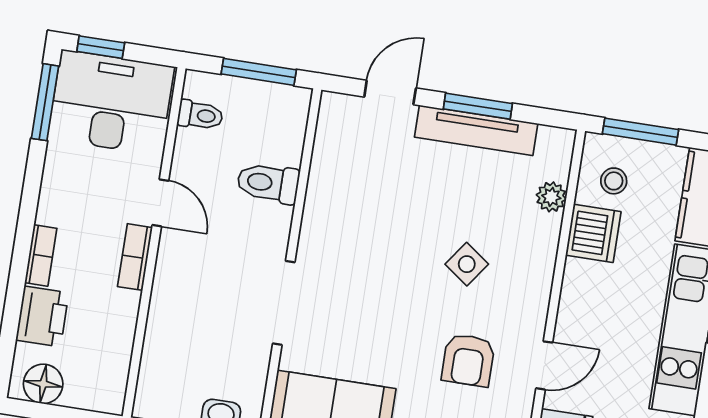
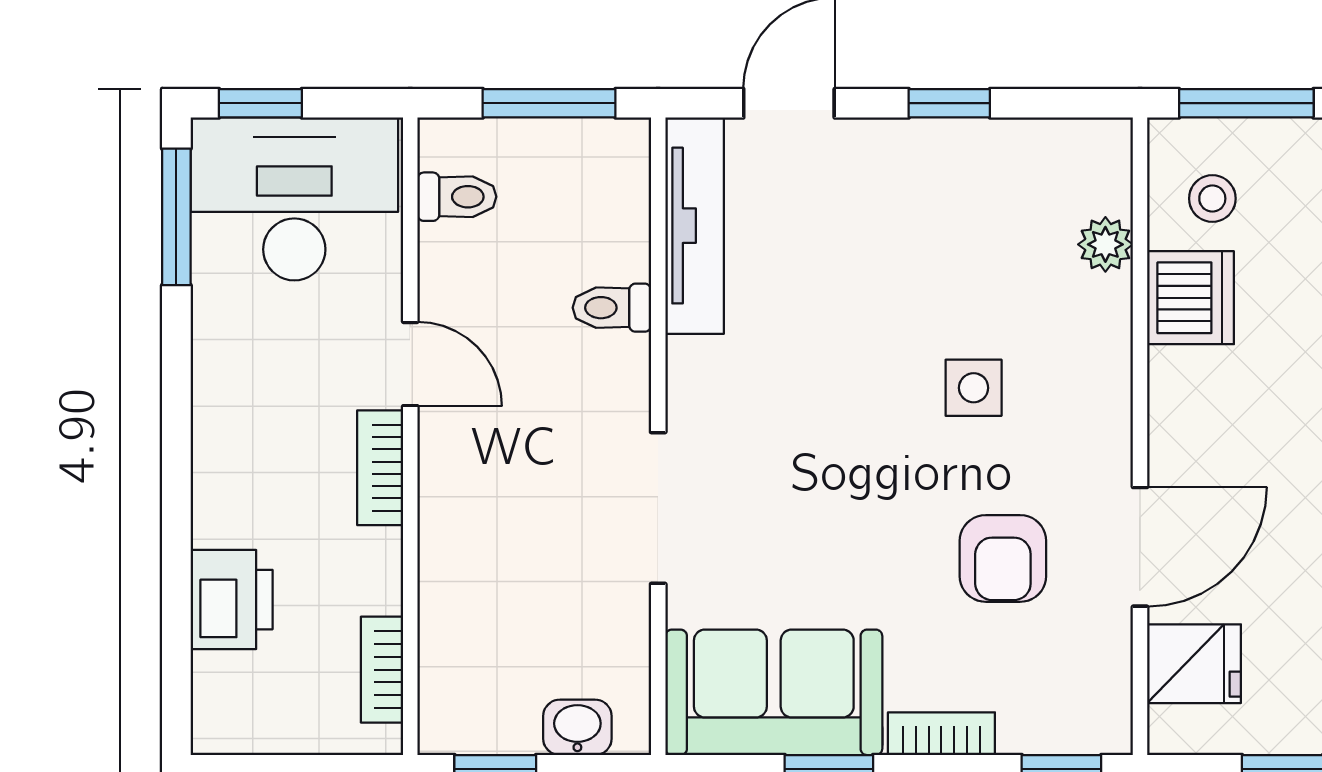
window: (478, 106) -> (949, 103), width x0.67
tv unit: (476, 130) -> (695, 226), moved, turned -90
toilet: (268, 183) -> (612, 308), width x0.73, depth x0.72
bookcase: (41, 255) -> (382, 670), moved, turned 180
side table: (467, 264) -> (974, 388), turned -36
door: (544, 365) -> (1140, 547), width x1.38
floor lamp: (43, 384) -> (252, 719), removed

